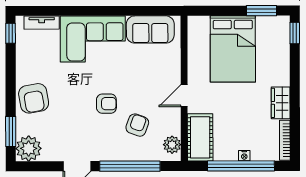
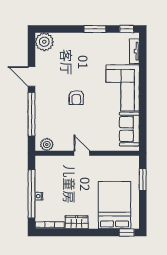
window: (261, 11) -> (143, 179), moved
bed: (233, 49) -> (115, 205), moved, turned 90
armchair: (34, 98) -> (80, 45), removed
armchair: (137, 125) -> (61, 120), removed
window: (11, 131) -> (95, 29), moved
cot: (200, 137) -> (52, 165), removed

